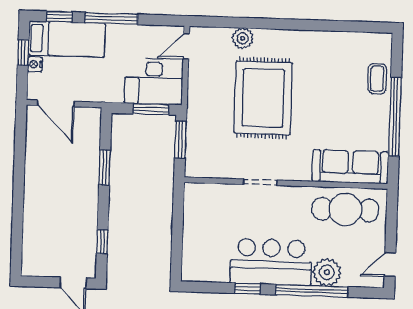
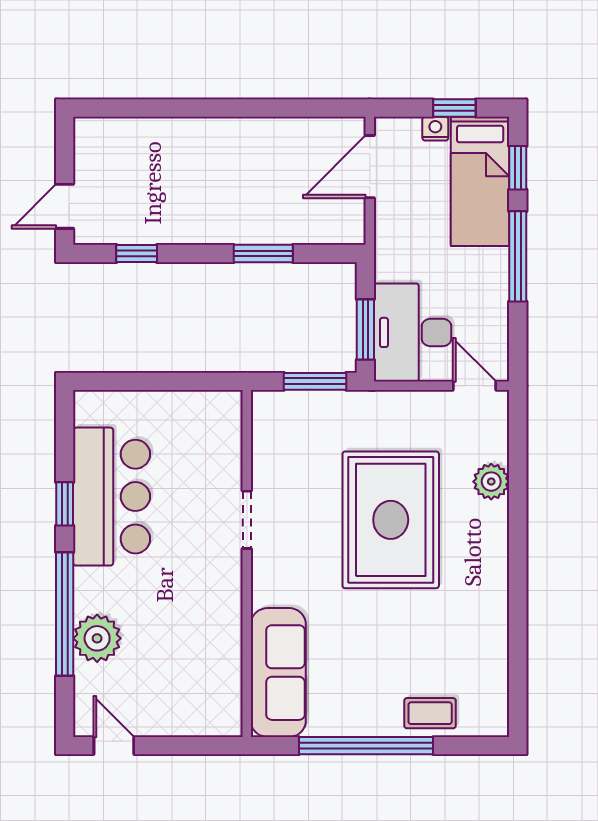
rug: (263, 98) -> (391, 520), turned 90
cafe table: (345, 210) -> (205, 666), removed
bar counter: (271, 262) -> (112, 497), moved

